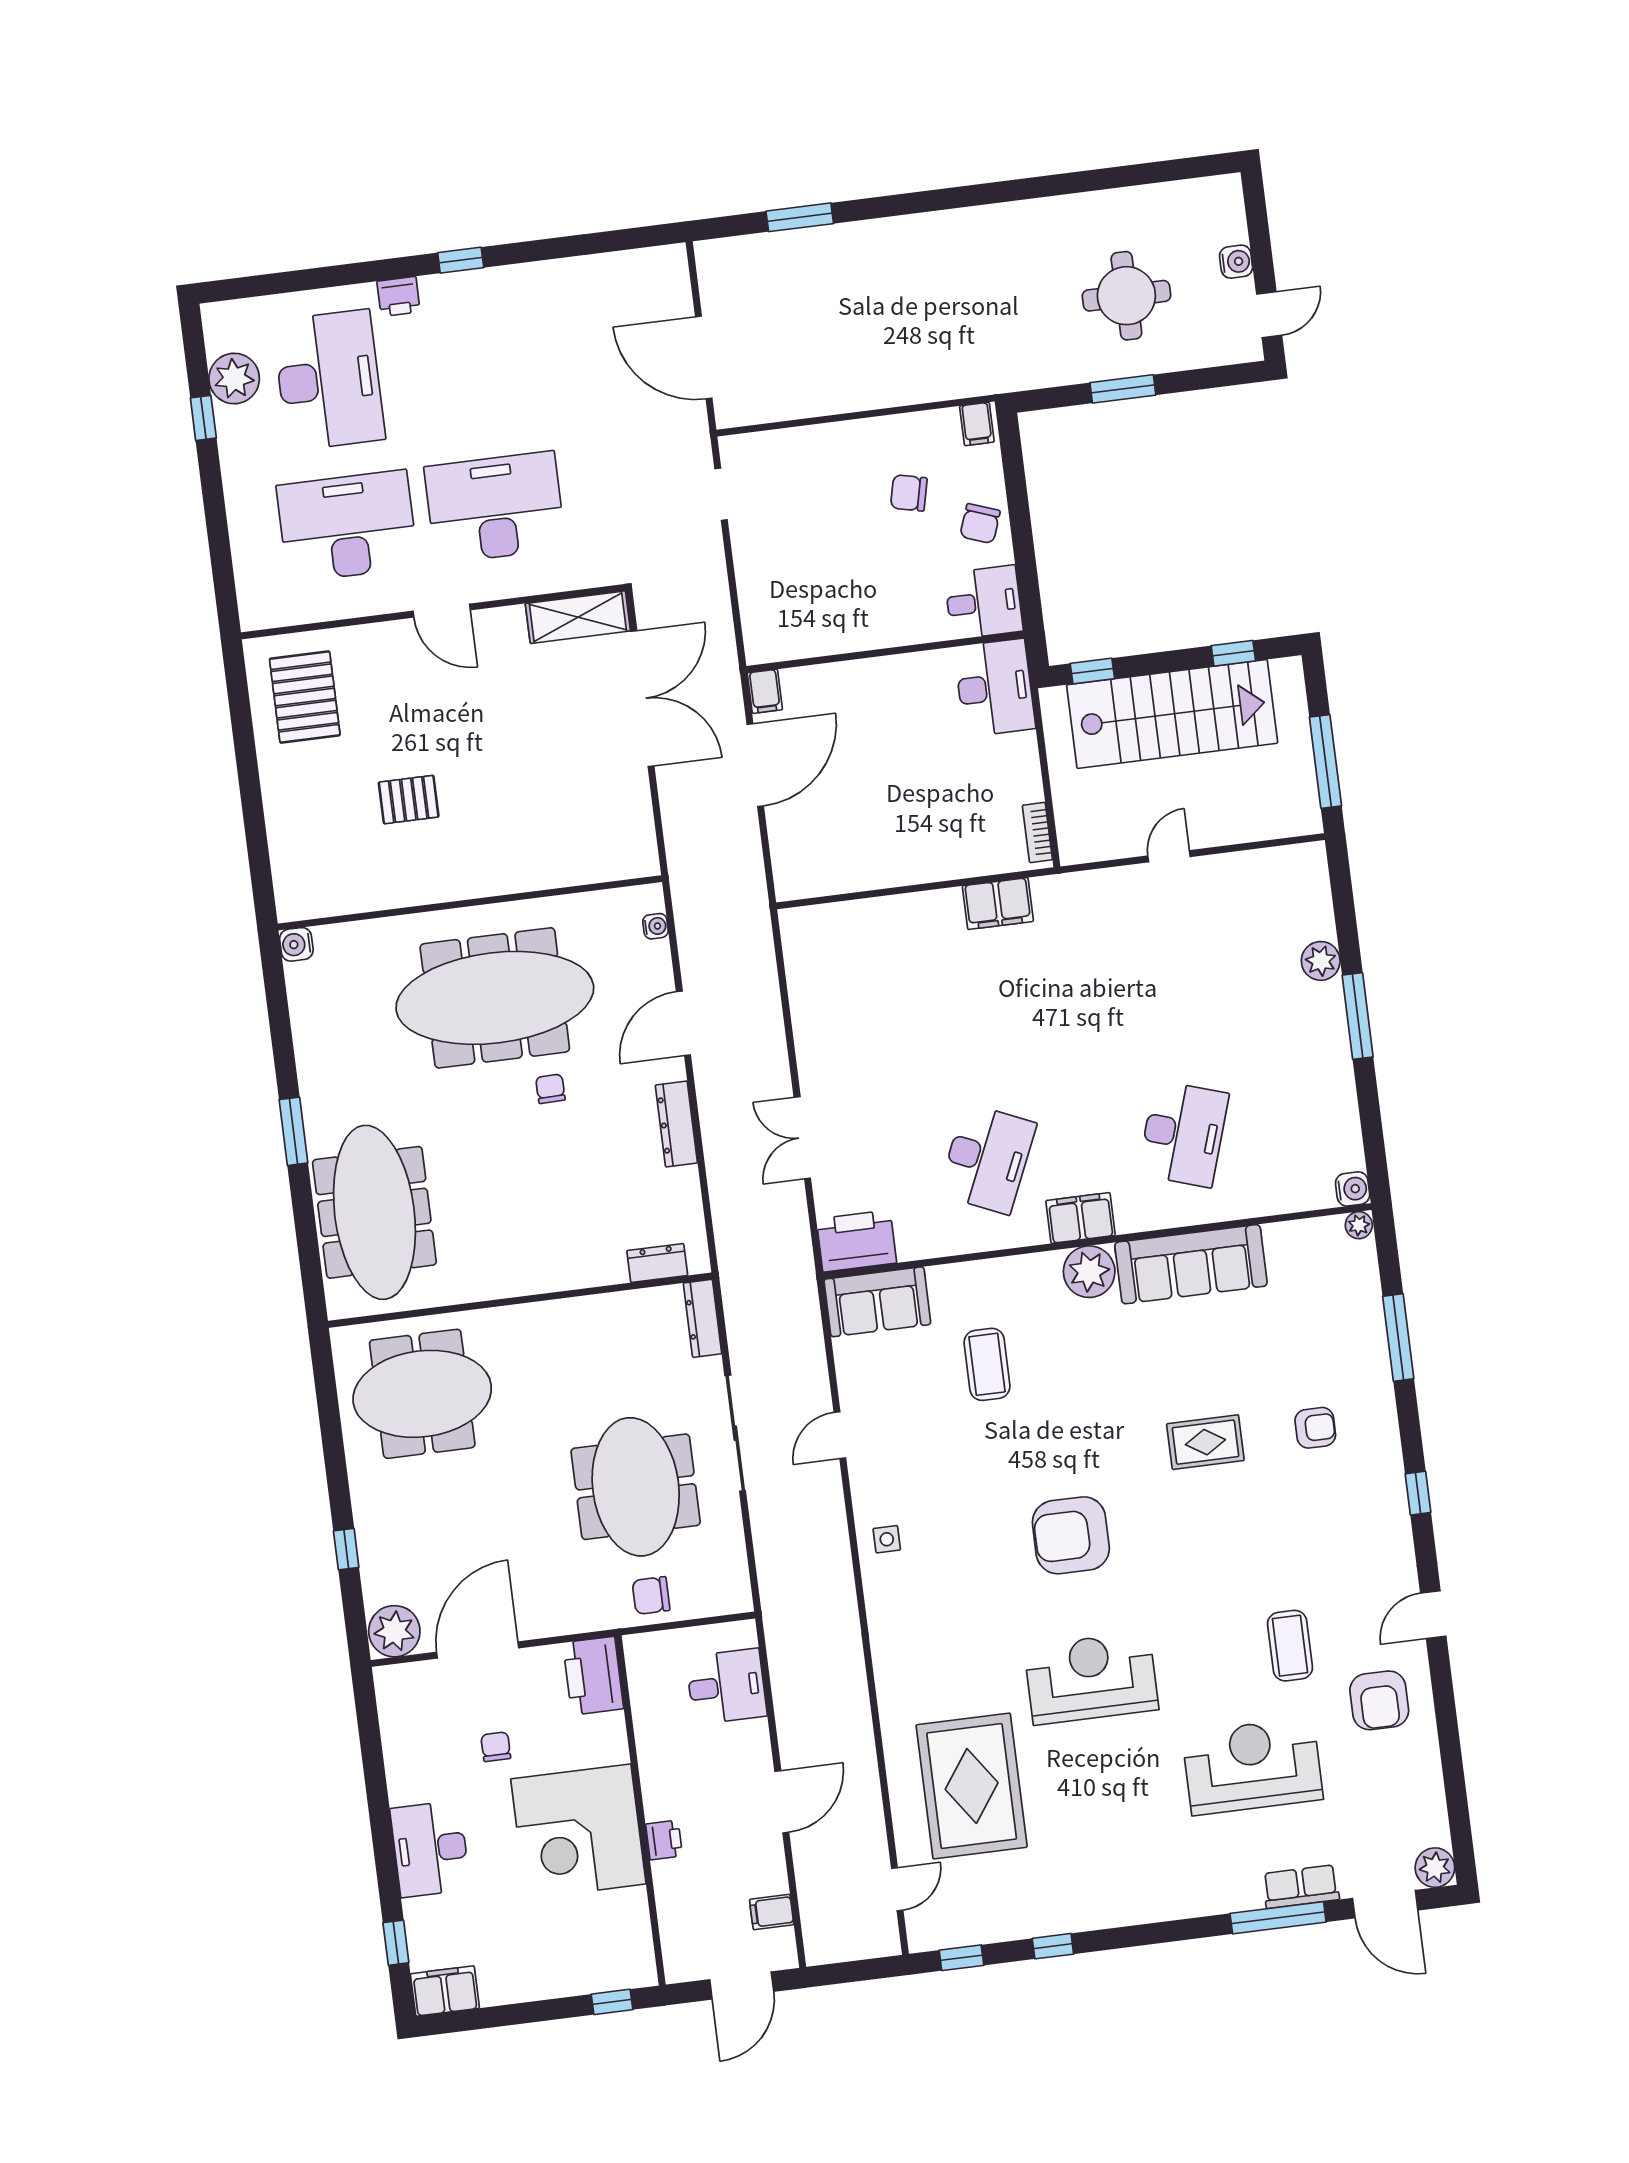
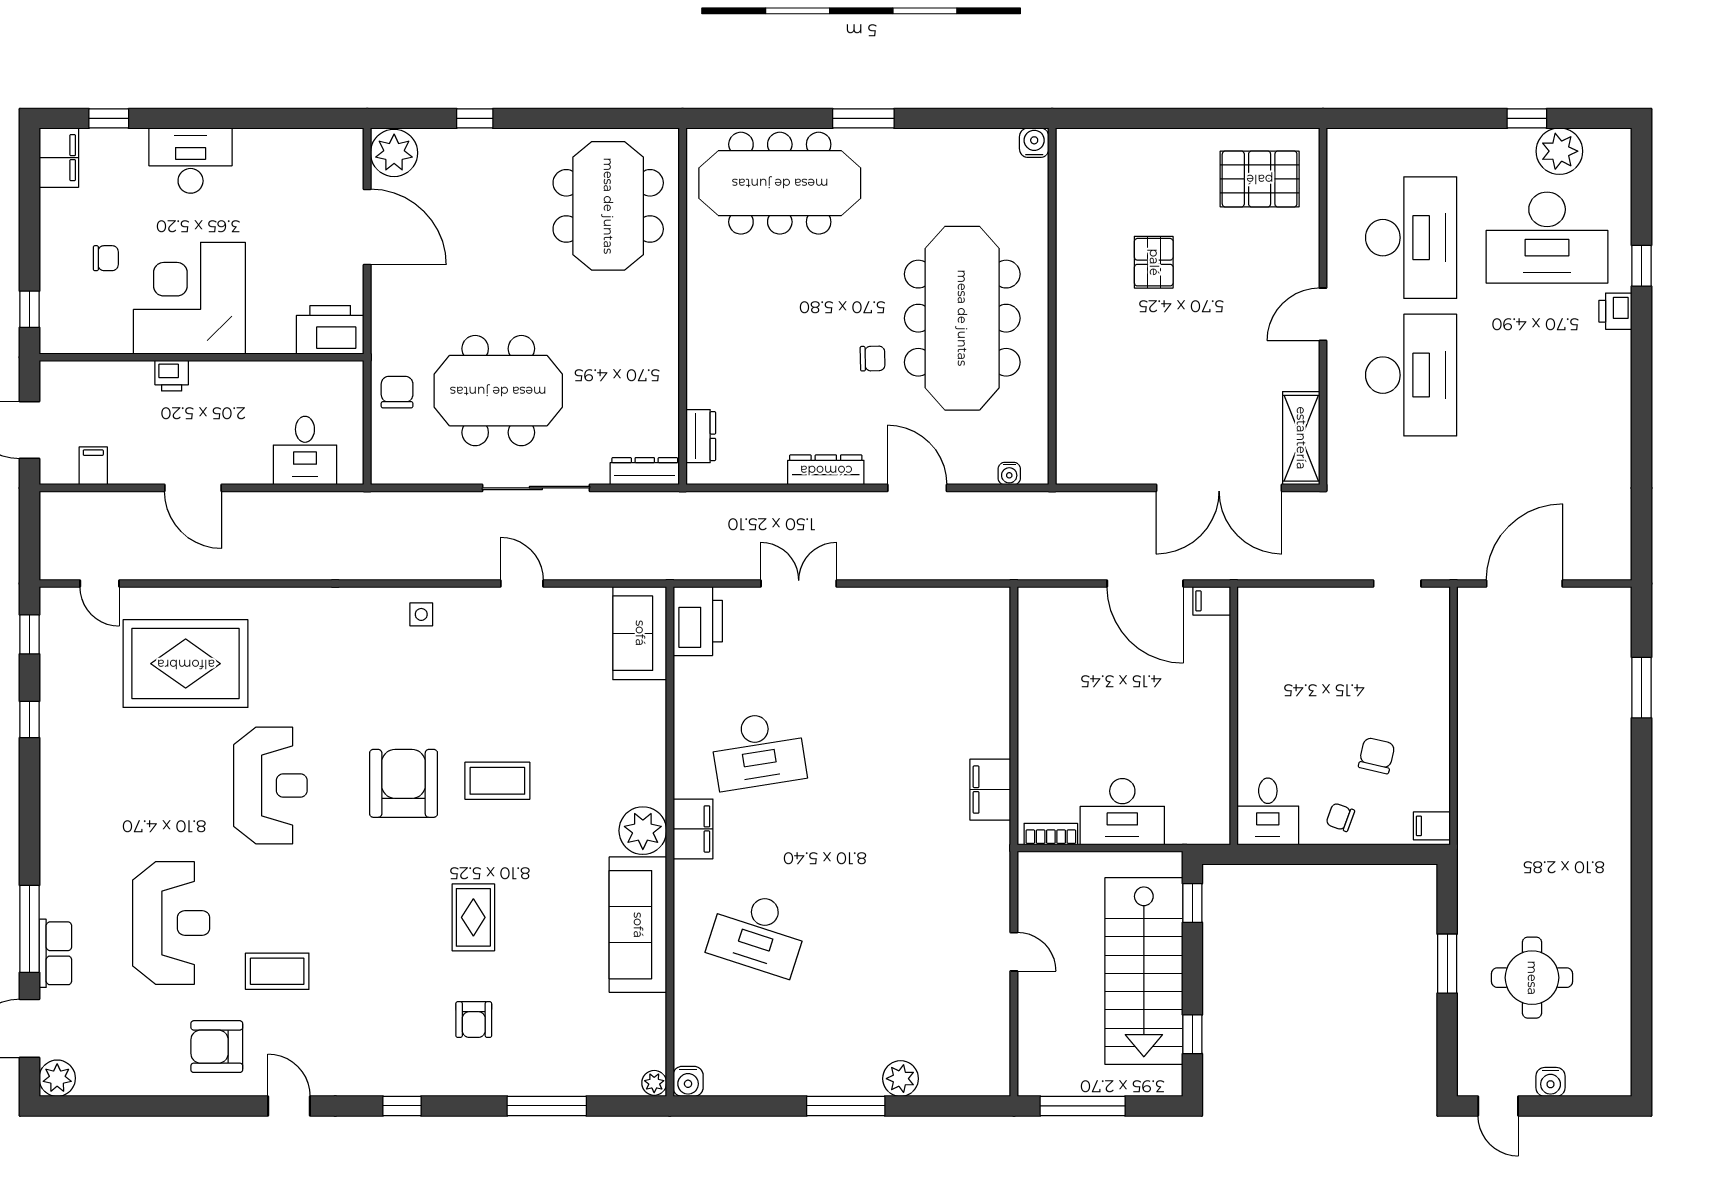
window: (461, 260) -> (1642, 266), moved
chair: (980, 524) -> (1340, 817), width x0.73, depth x0.73
desk: (995, 688) -> (1122, 812), moved
desk: (987, 1159) -> (758, 750), turned -33
coffee table: (987, 1364) -> (497, 781), moved
chair: (496, 1747) -> (106, 258), moved

